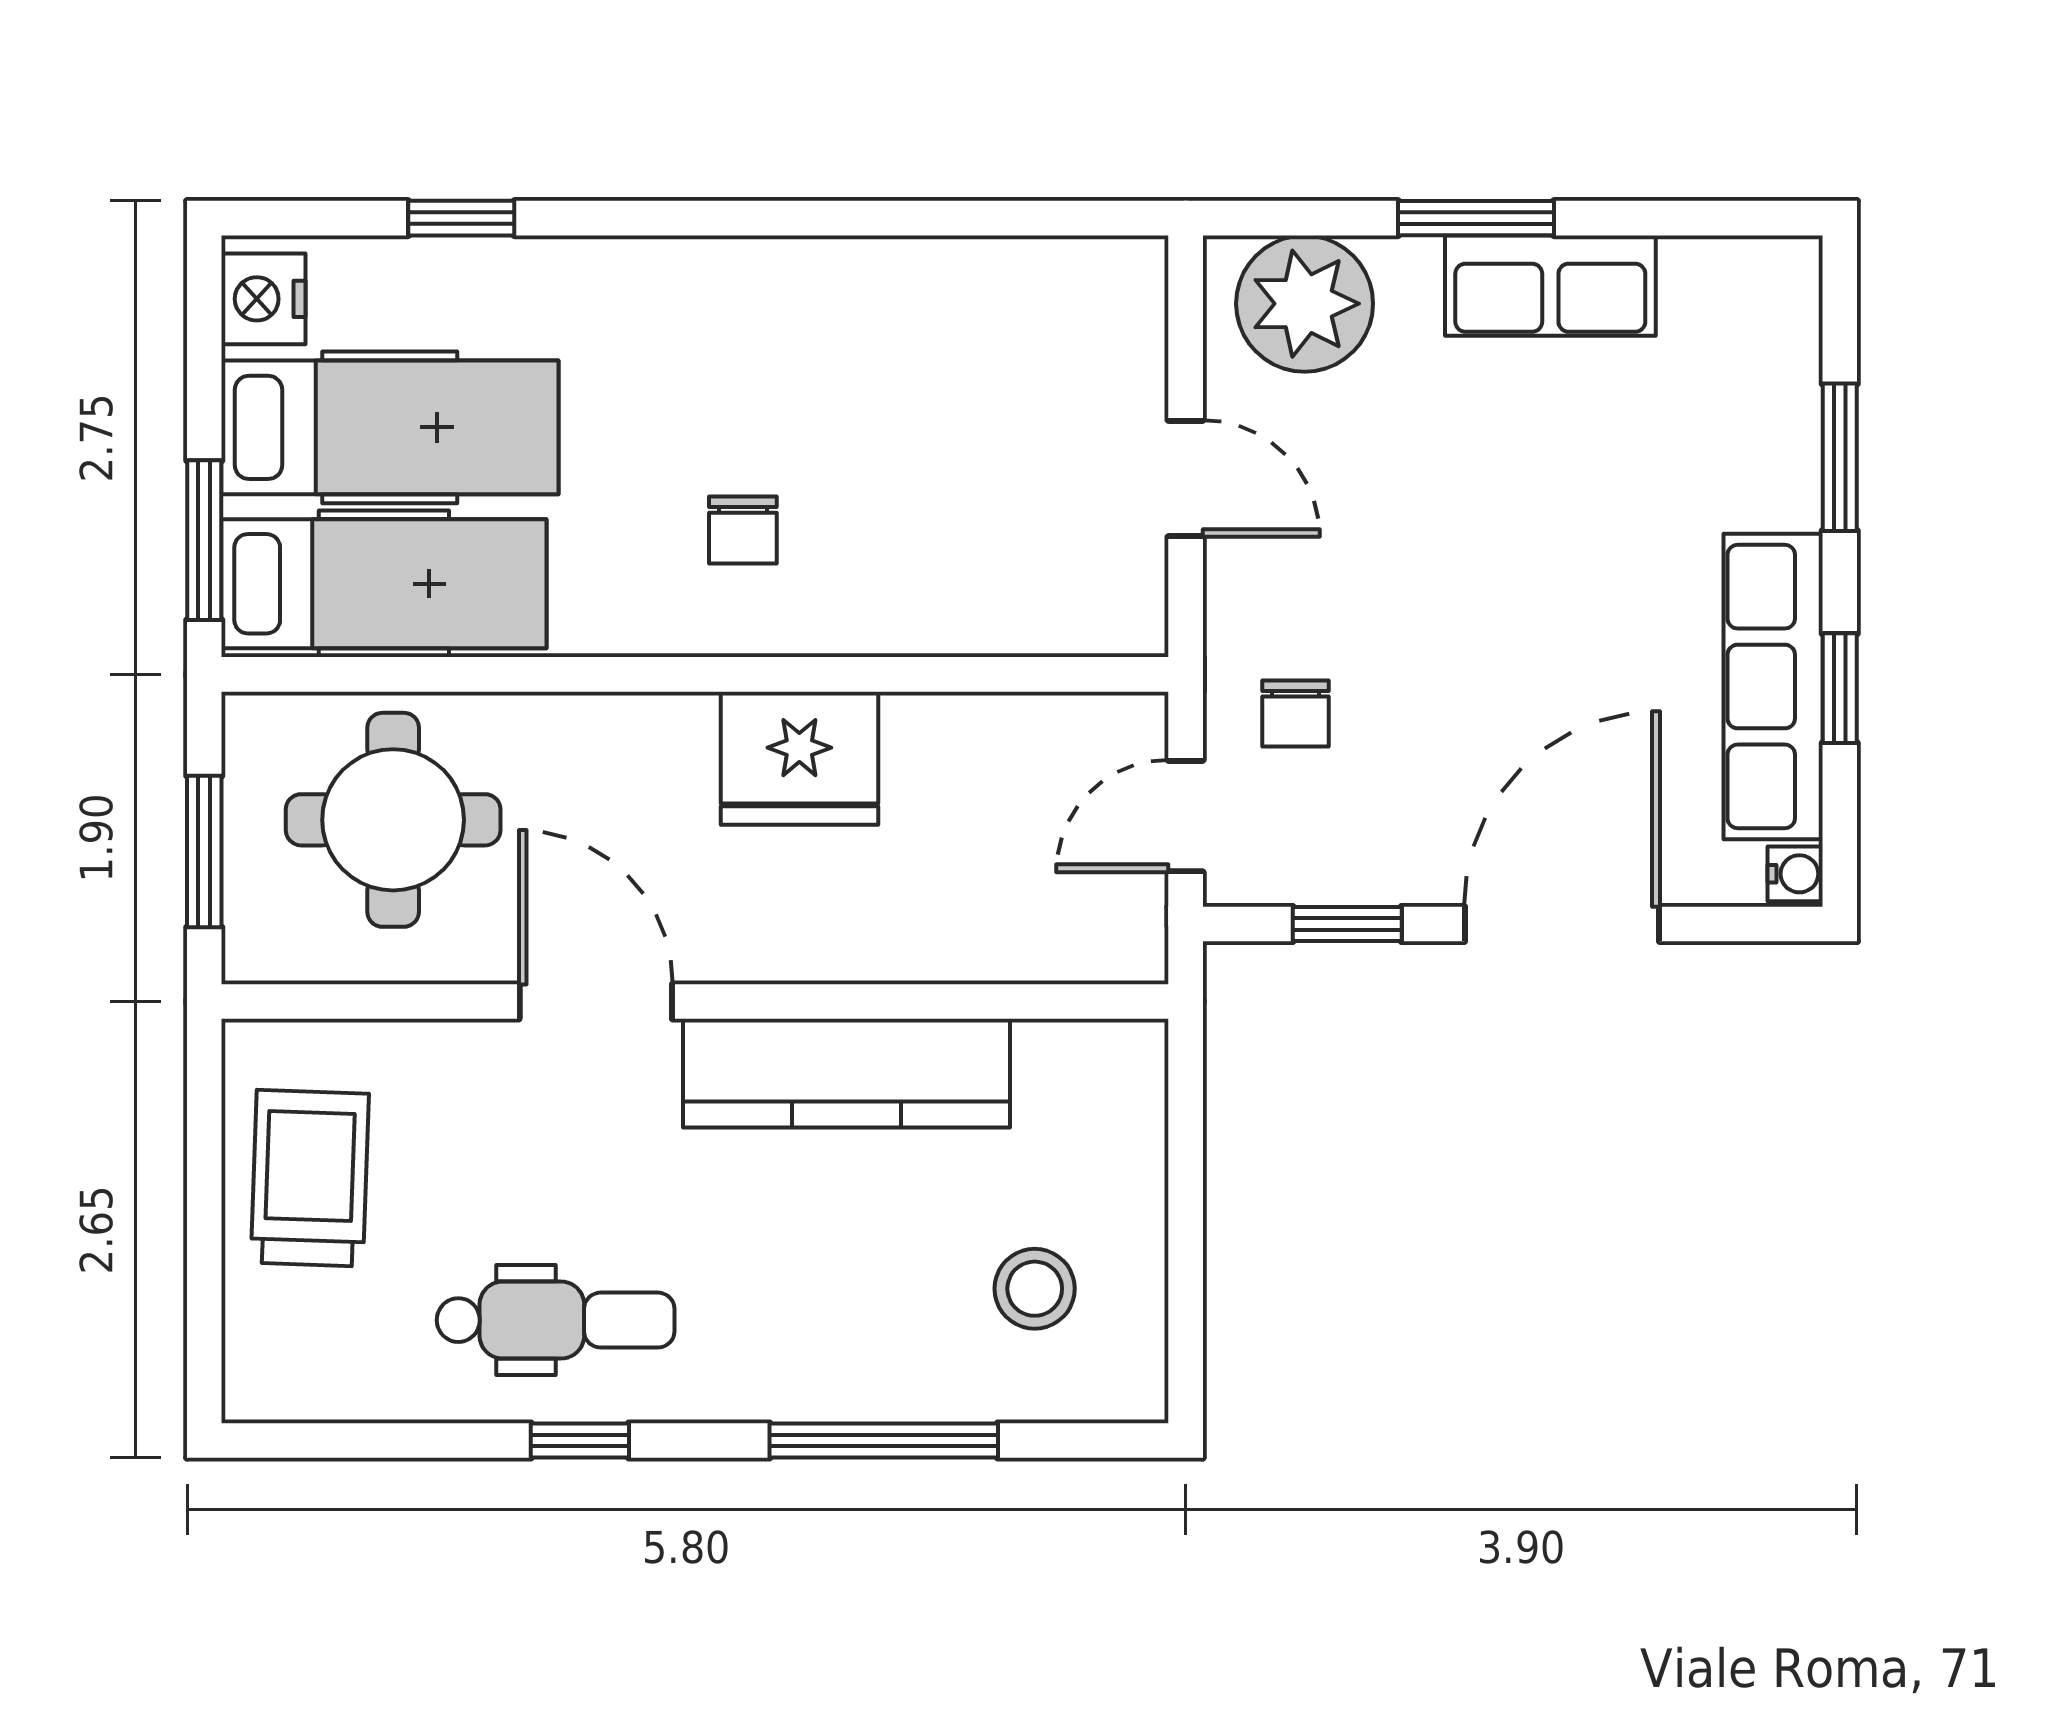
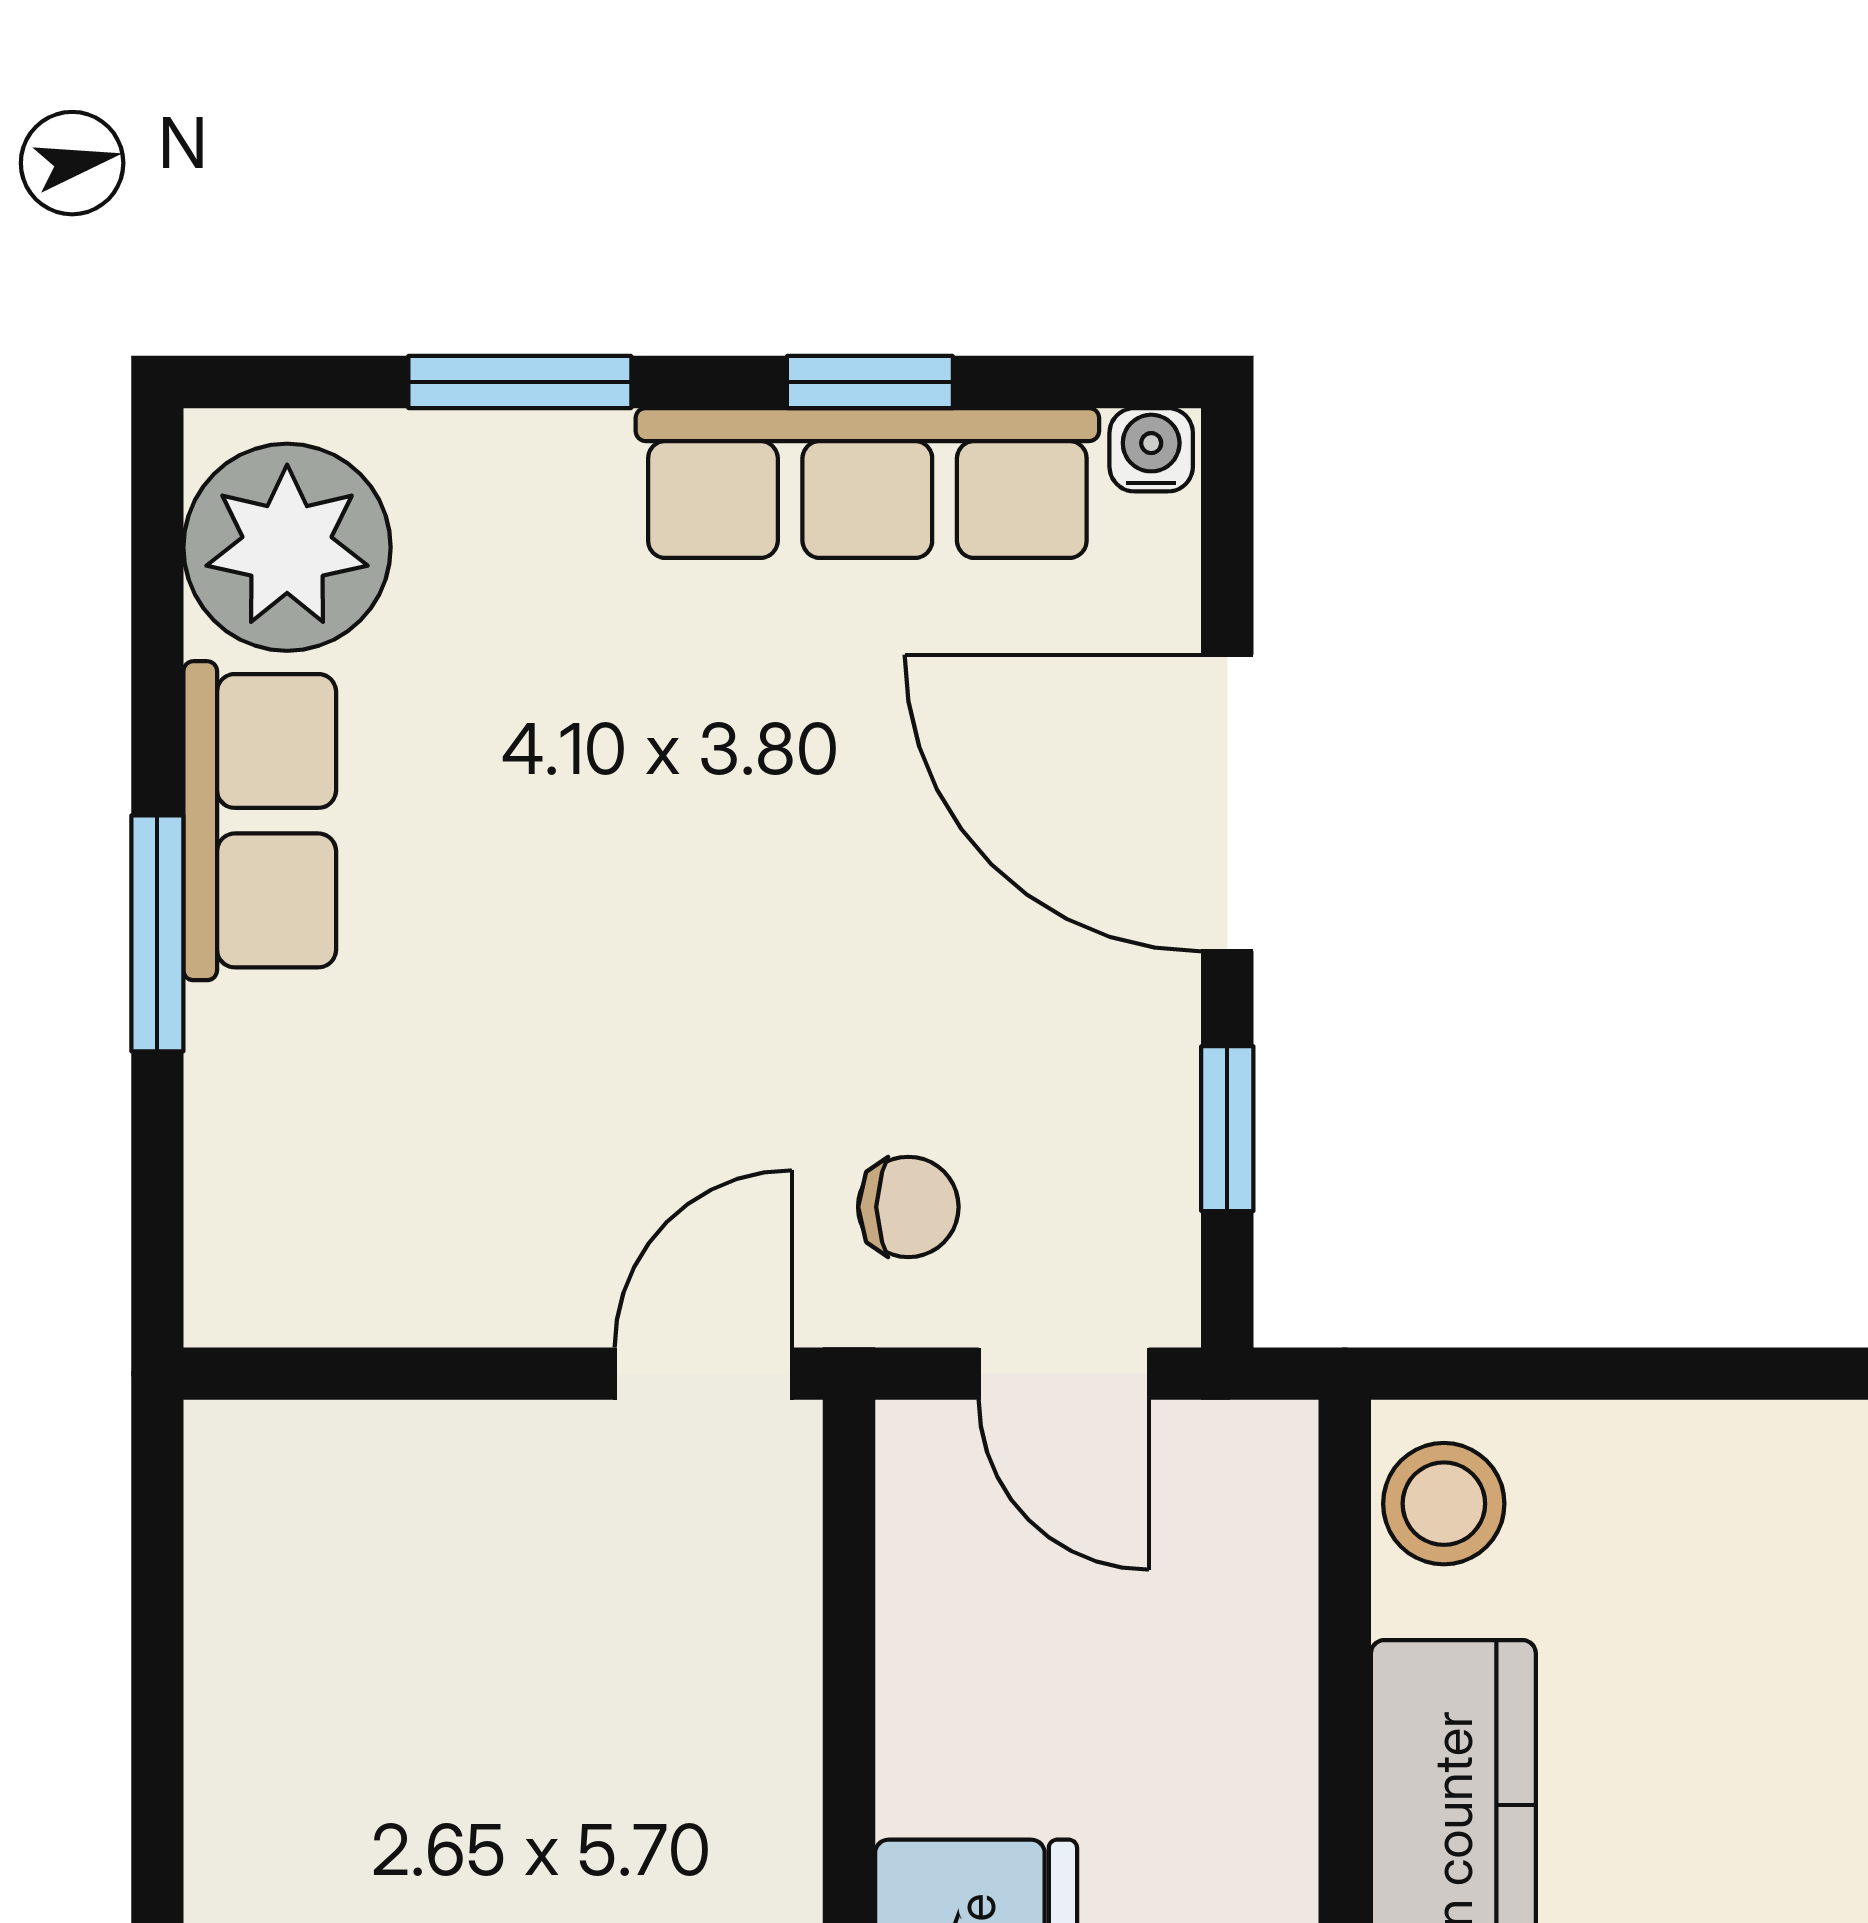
plant: (1305, 304) -> (287, 547), moved
door: (1186, 478) -> (703, 1374), moved
stool: (1035, 1289) -> (1444, 1504), moved

